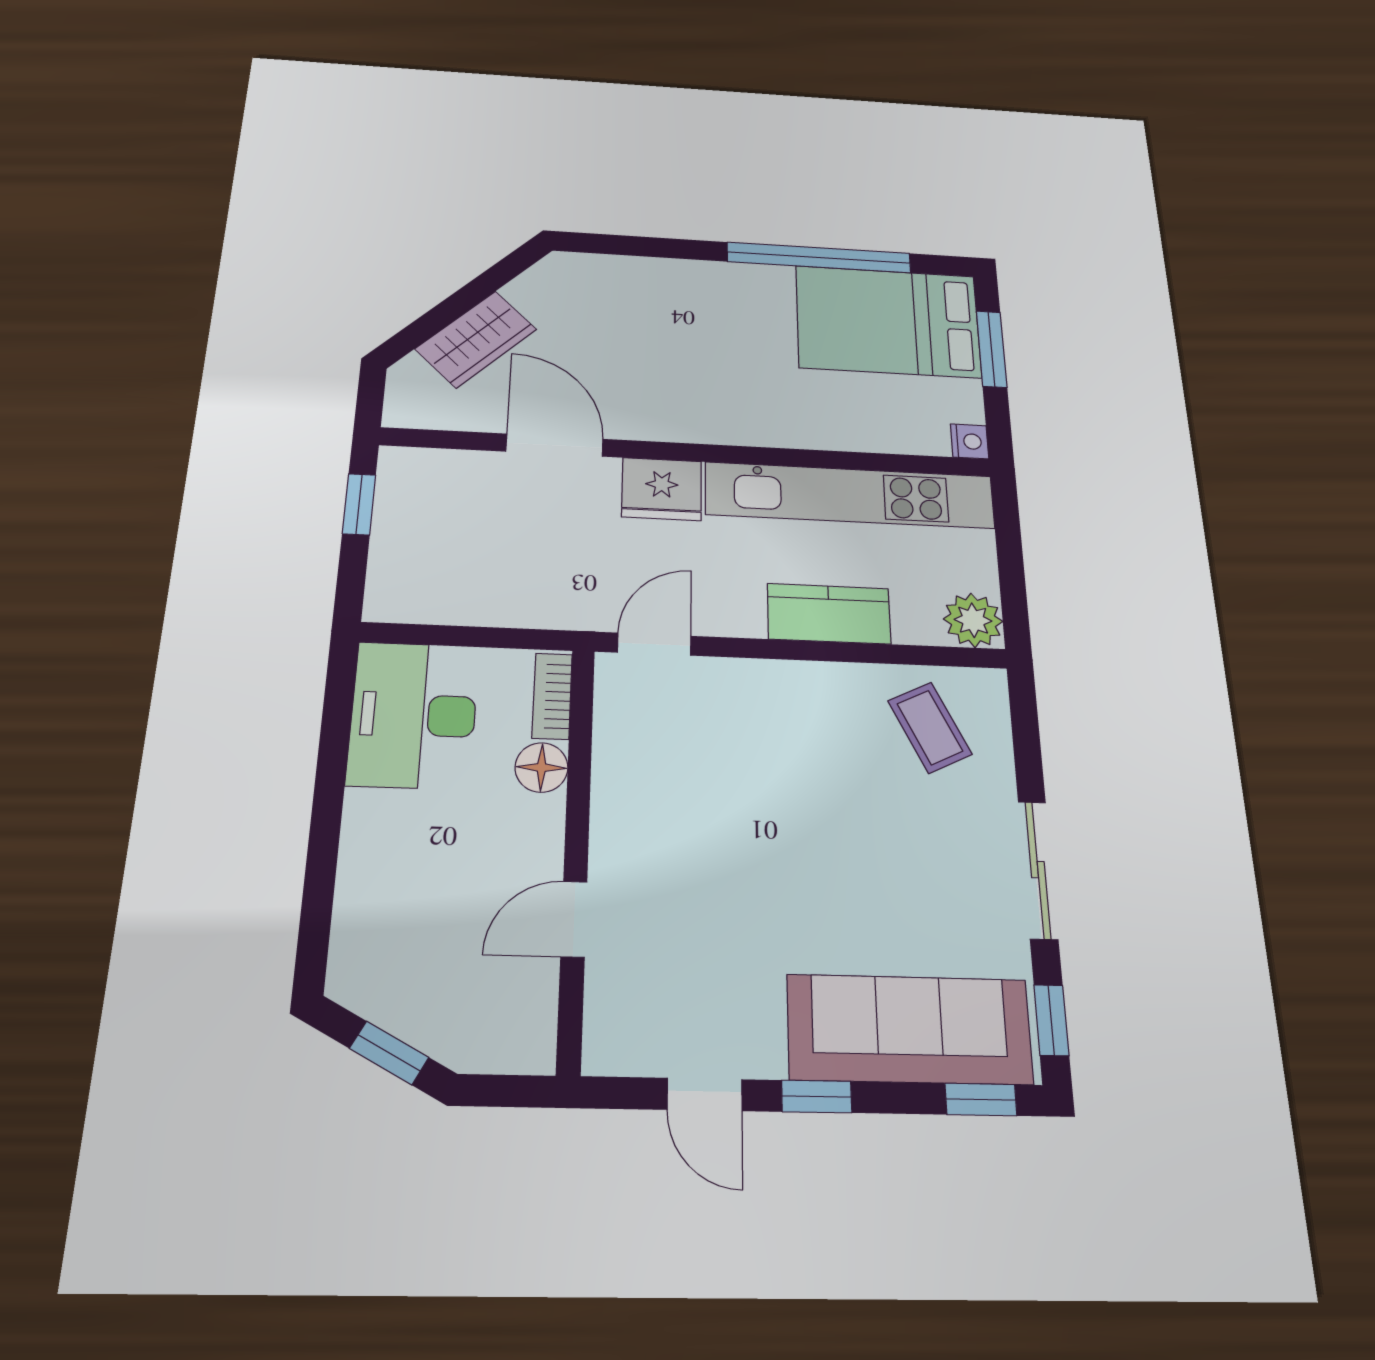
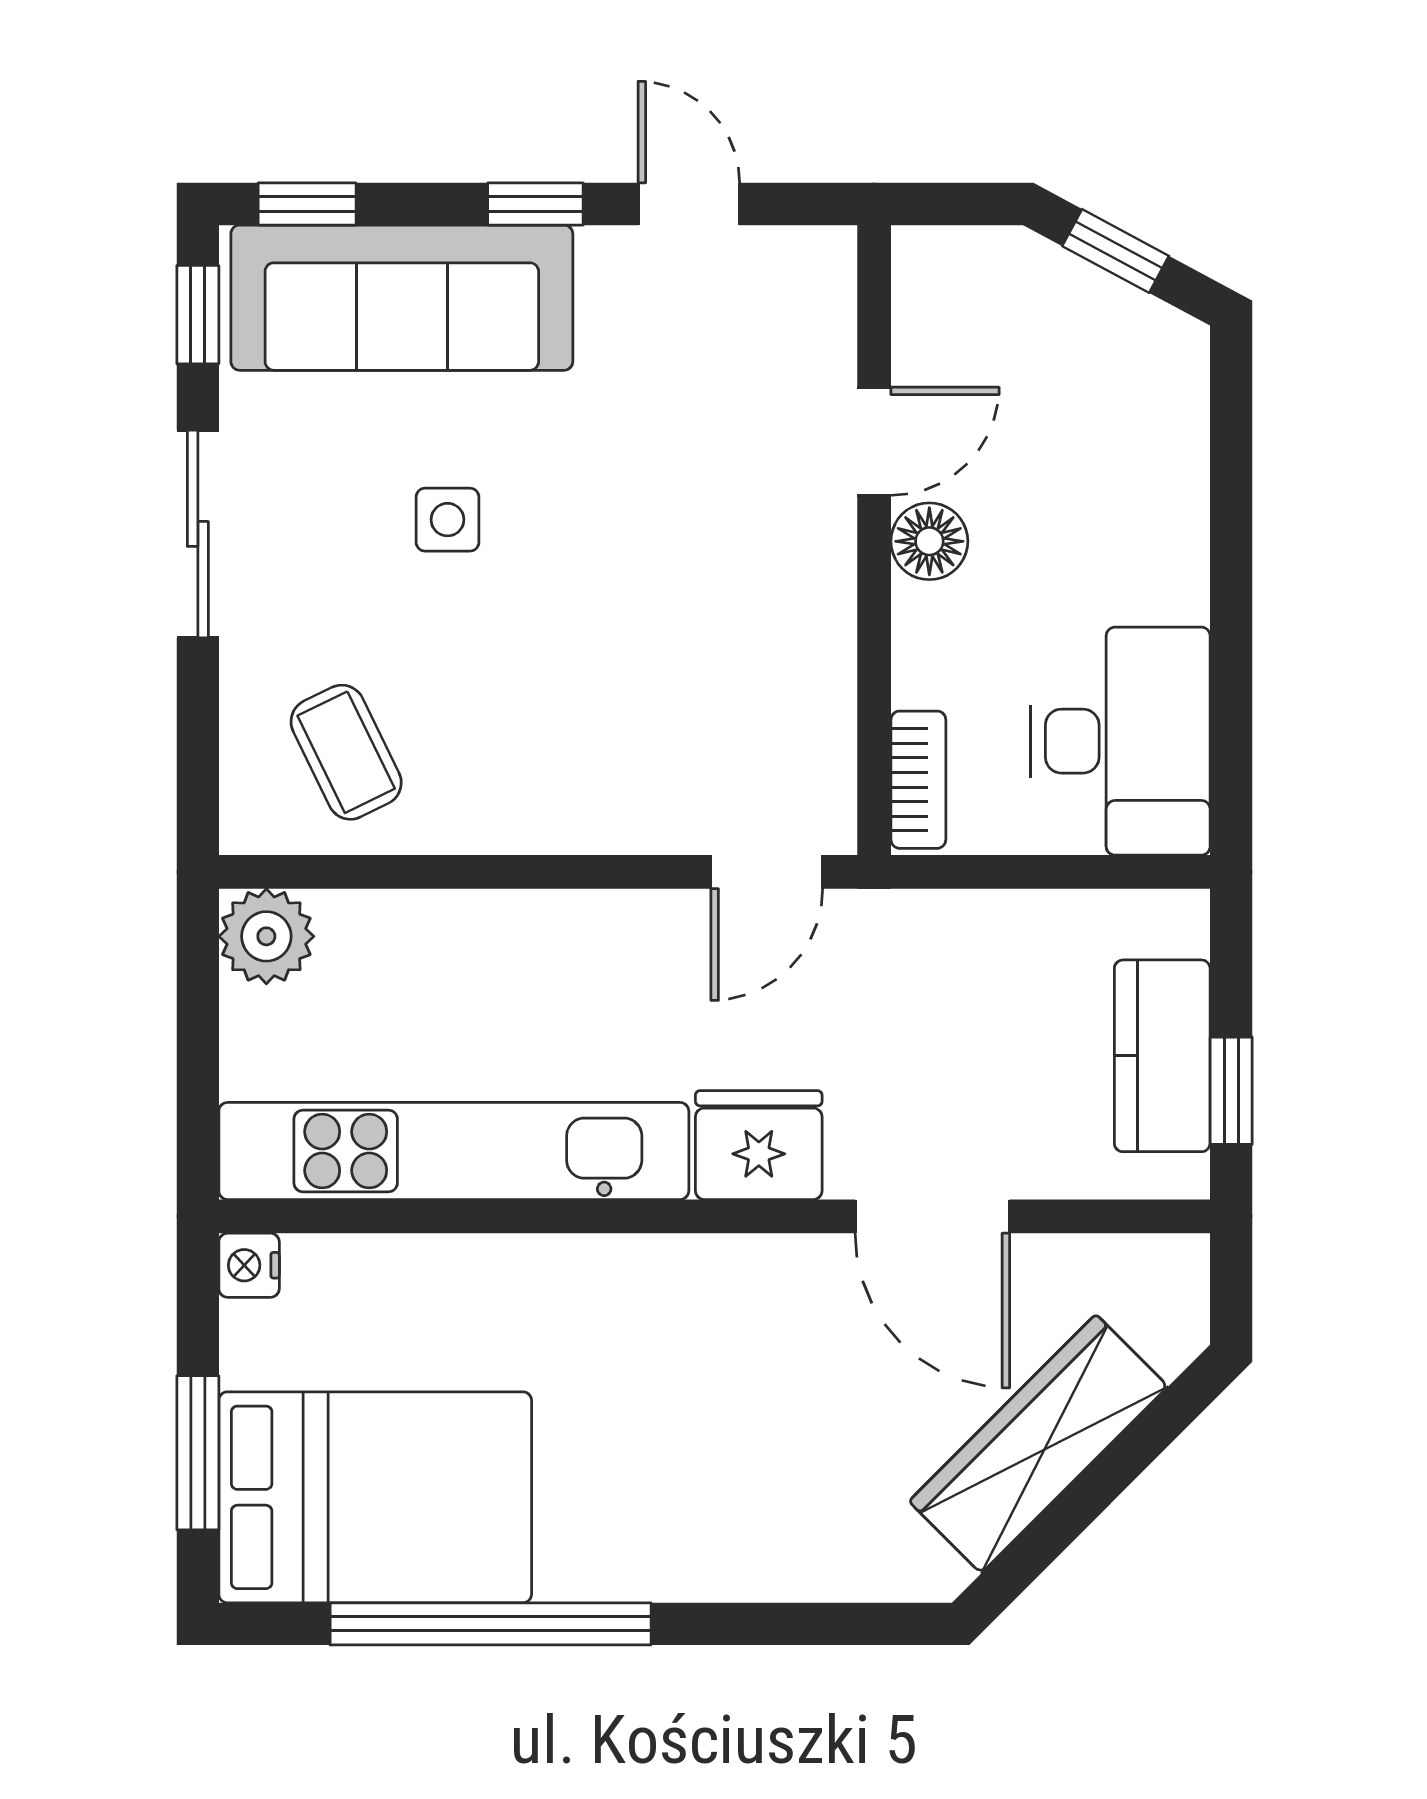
wardrobe: (476, 339) -> (1038, 1444), width x1.50
kitchen counter: (829, 614) -> (1162, 1056), moved, turned 90
floor lamp: (541, 768) -> (929, 541), moved
side table: (870, 874) -> (447, 520), added

